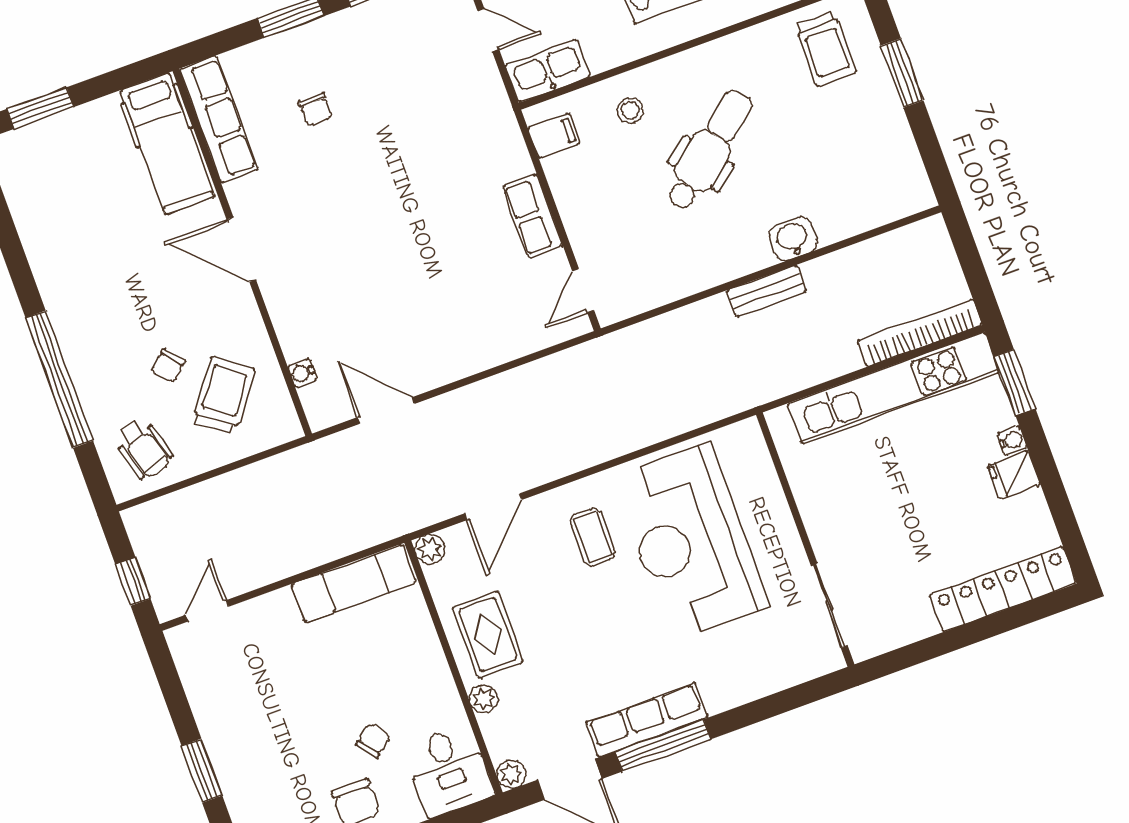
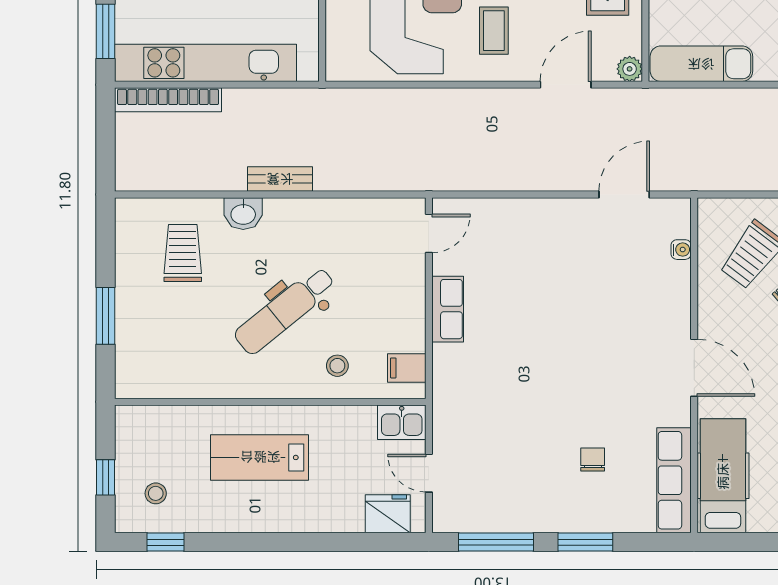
trolley: (825, 48) -> (183, 253), moved
kitchen sink: (548, 71) -> (402, 422), width x0.73
door: (386, 410) -> (624, 194), swing flipped

